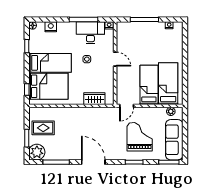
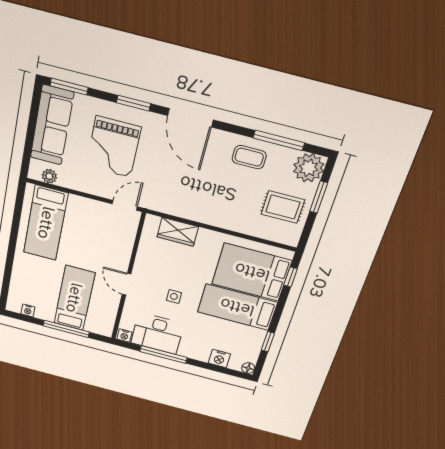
bed: (149, 85) -> (74, 298), moved, turned 180
coffee table: (68, 150) -> (249, 157), added
door: (93, 162) -> (190, 118), moved

